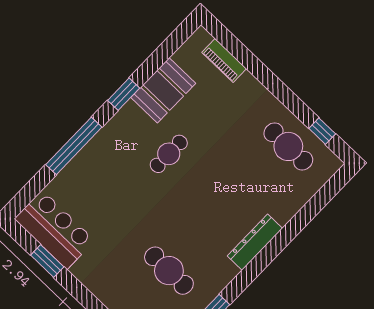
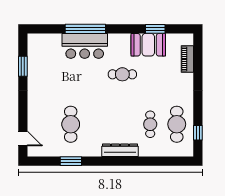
window: (124, 94) -> (155, 29), moved
cafe table: (259, 178) -> (150, 124), added
bar counter: (54, 230) -> (85, 46), moved, turned 90

